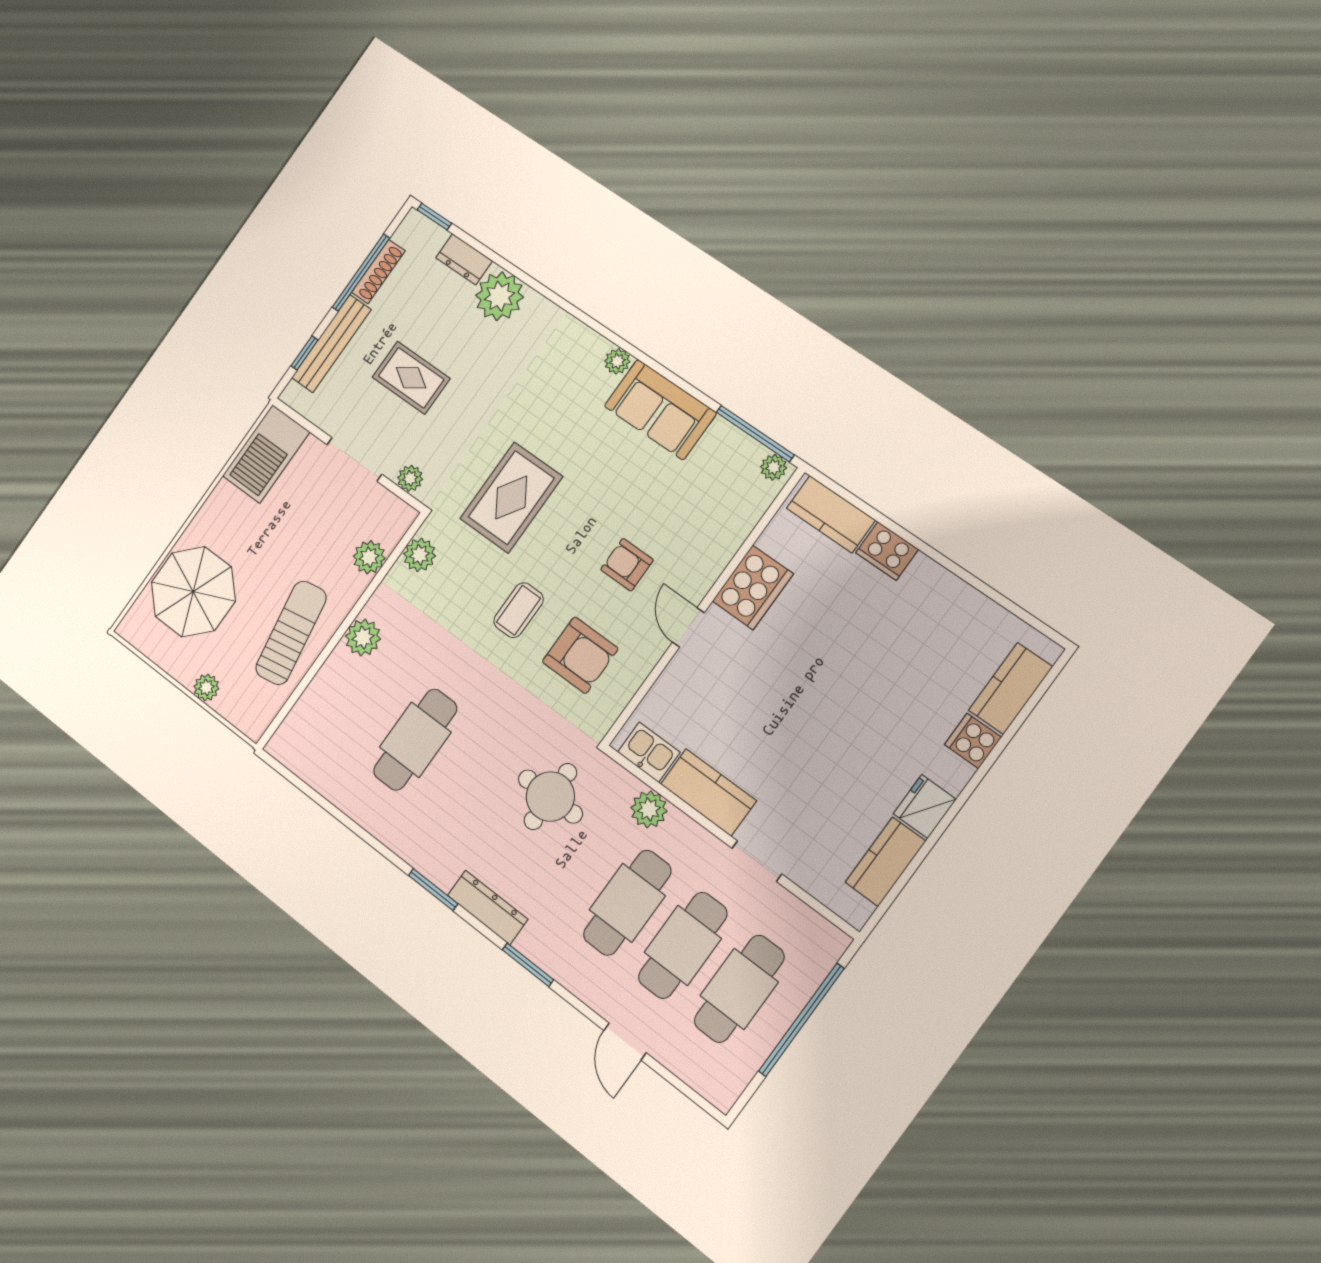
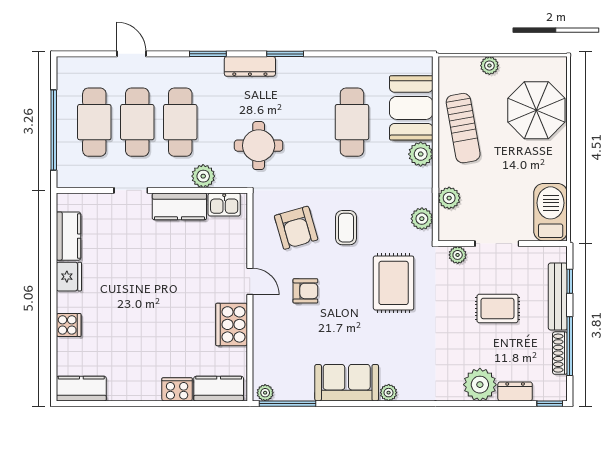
armchair: (580, 655) -> (296, 228), turned -106
kitchen counter: (1011, 688) -> (81, 389), moved, turned -90
booth: (333, 704) -> (411, 108), added

